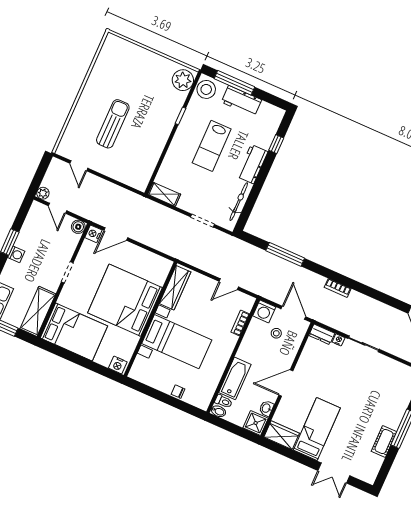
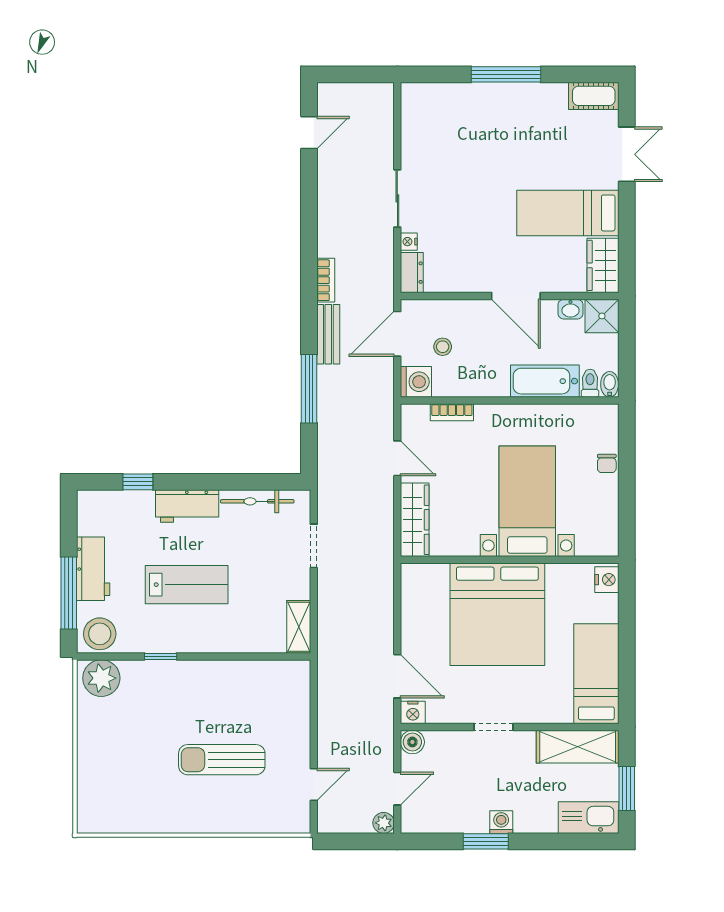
bench: (309, 277) -> (328, 334), added
wardrobe: (175, 288) -> (415, 520), moved, turned 90
bed: (74, 332) -> (596, 674), width x0.67
cot: (384, 442) -> (594, 96), moved

